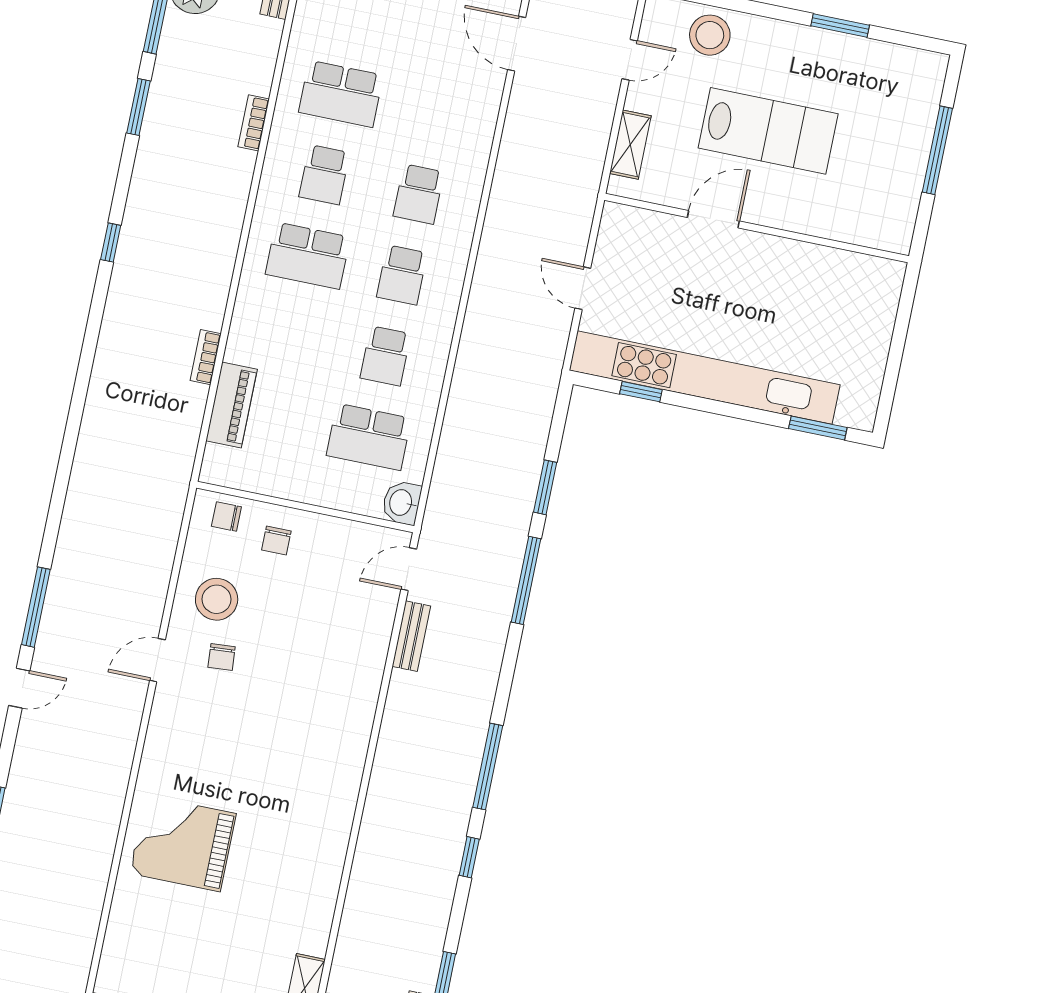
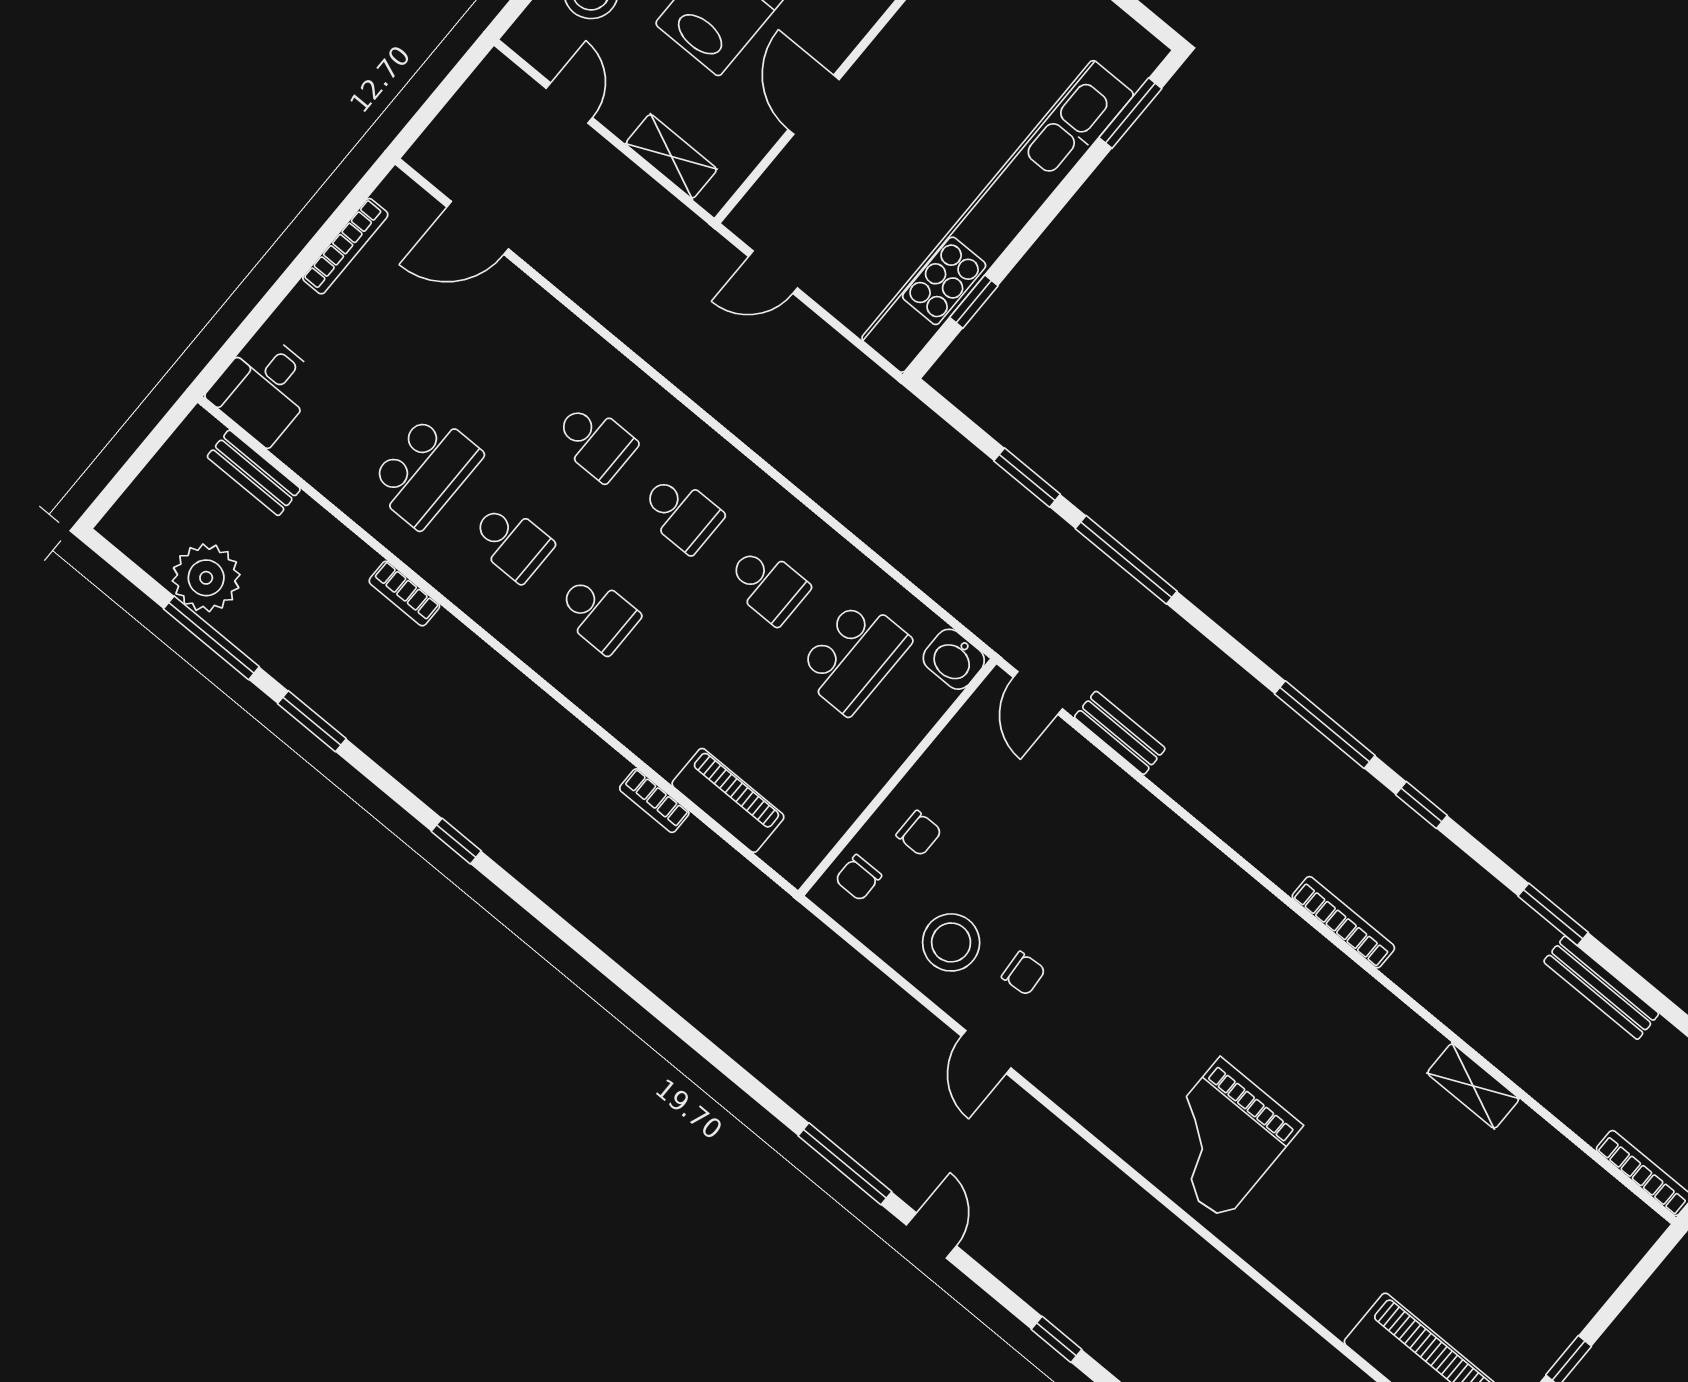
school desk: (308, 256) -> (598, 614), width x0.54
door: (583, 288) -> (773, 272), moved
bookcase: (366, 847) -> (1343, 922), added

